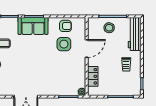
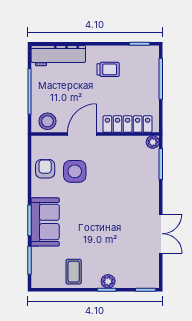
stool: (109, 28) -> (47, 121), moved
door: (87, 48) -> (82, 134), hinge flipped
locker: (93, 76) -> (128, 124), width x1.53

